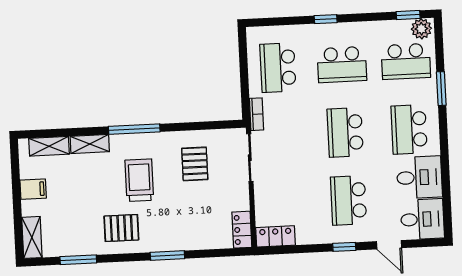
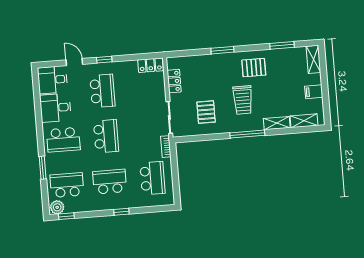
school desk: (409, 129) -> (63, 140), turned 90
locker: (242, 230) -> (174, 81), moved

